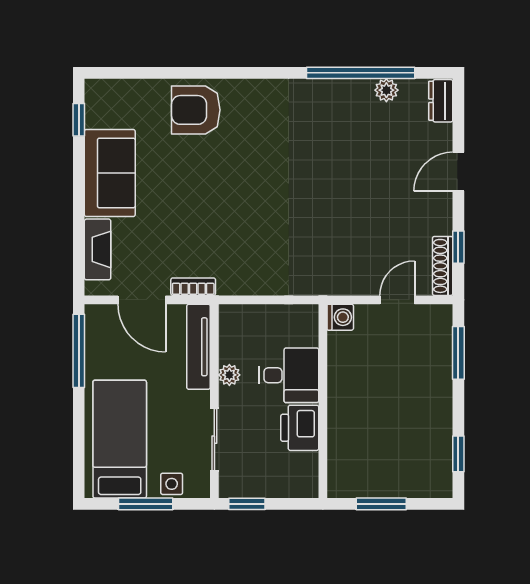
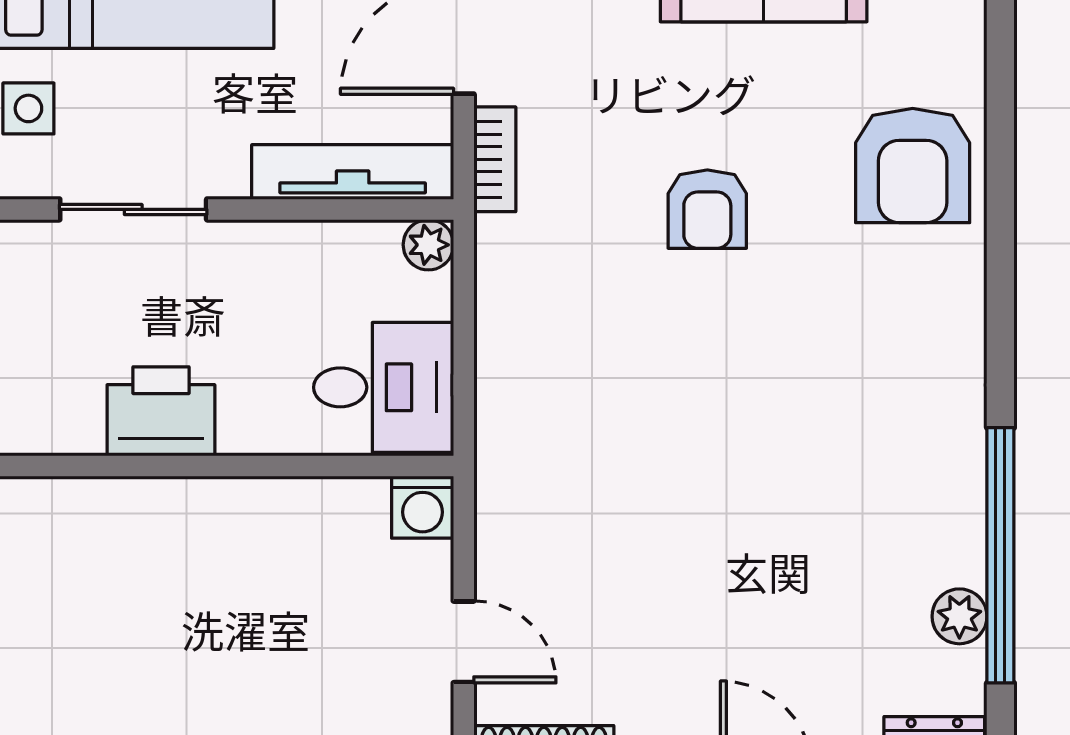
armchair: (196, 110) -> (913, 166), turned 180
armchair: (214, 197) -> (707, 209), added
plant: (229, 375) -> (428, 245), moved
desk: (289, 375) -> (384, 387), moved, turned -90

